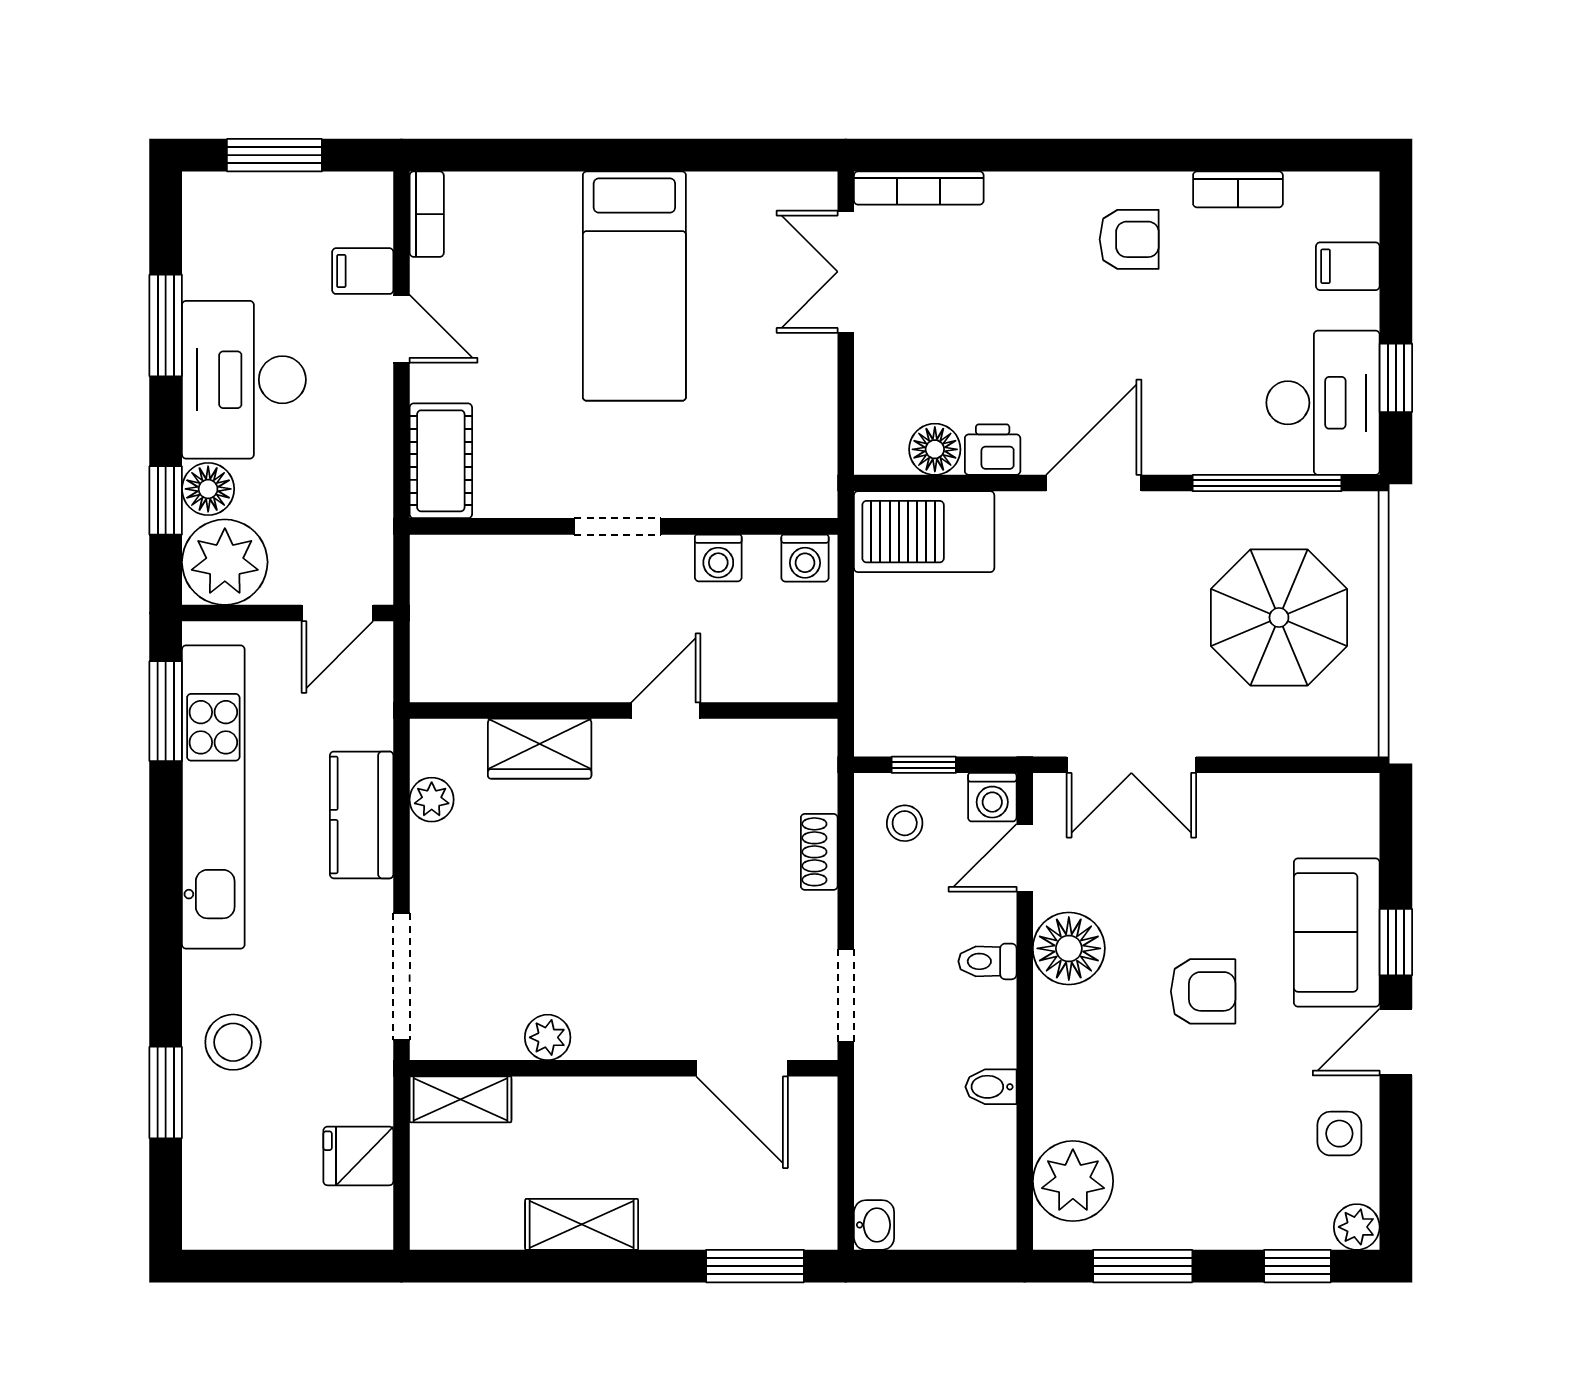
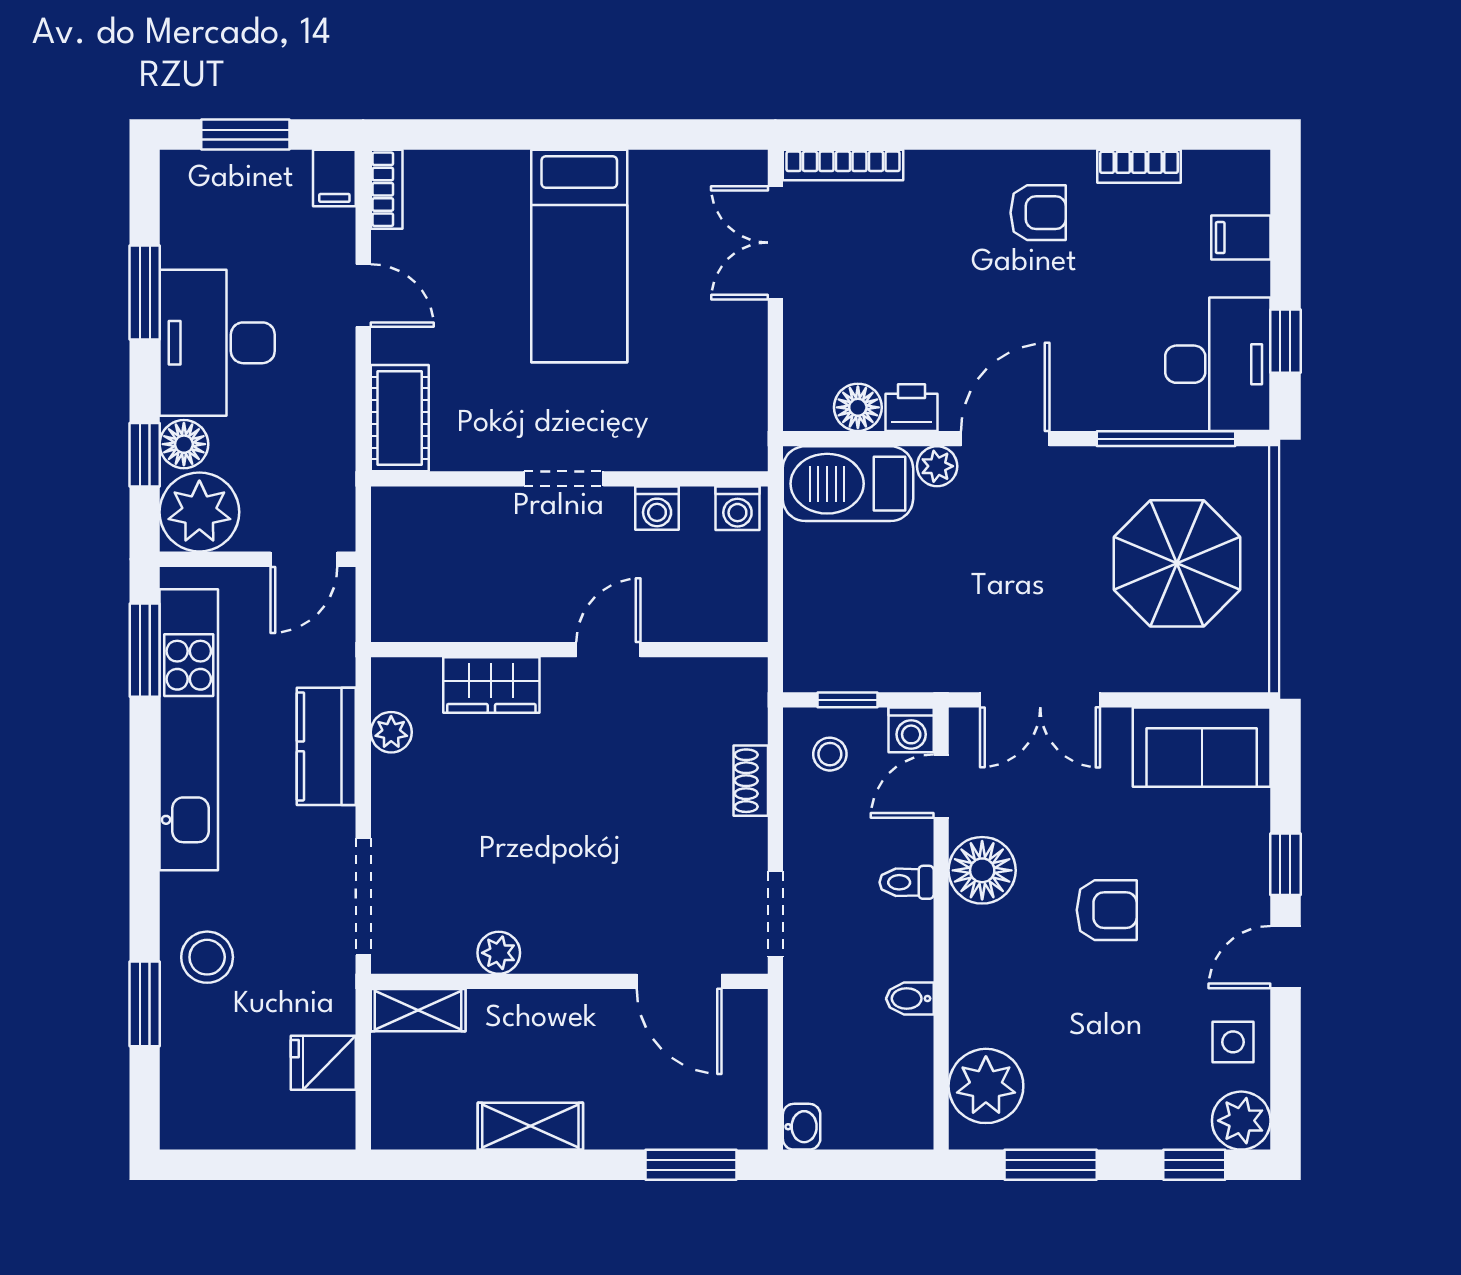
filing cabinet: (363, 271) -> (334, 178), moved, turned -90
plant: (1020, 513) -> (937, 466), added
sofa: (1337, 932) -> (1202, 747), moved, turned -90
plant: (1357, 1227) -> (1241, 1121), width x1.38, depth x1.38

